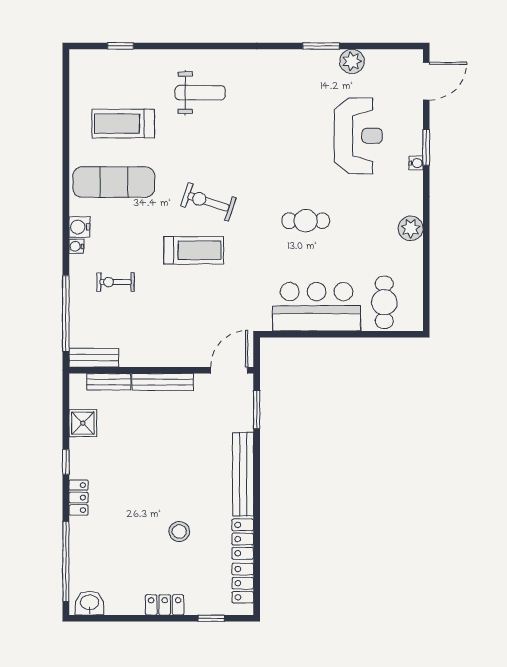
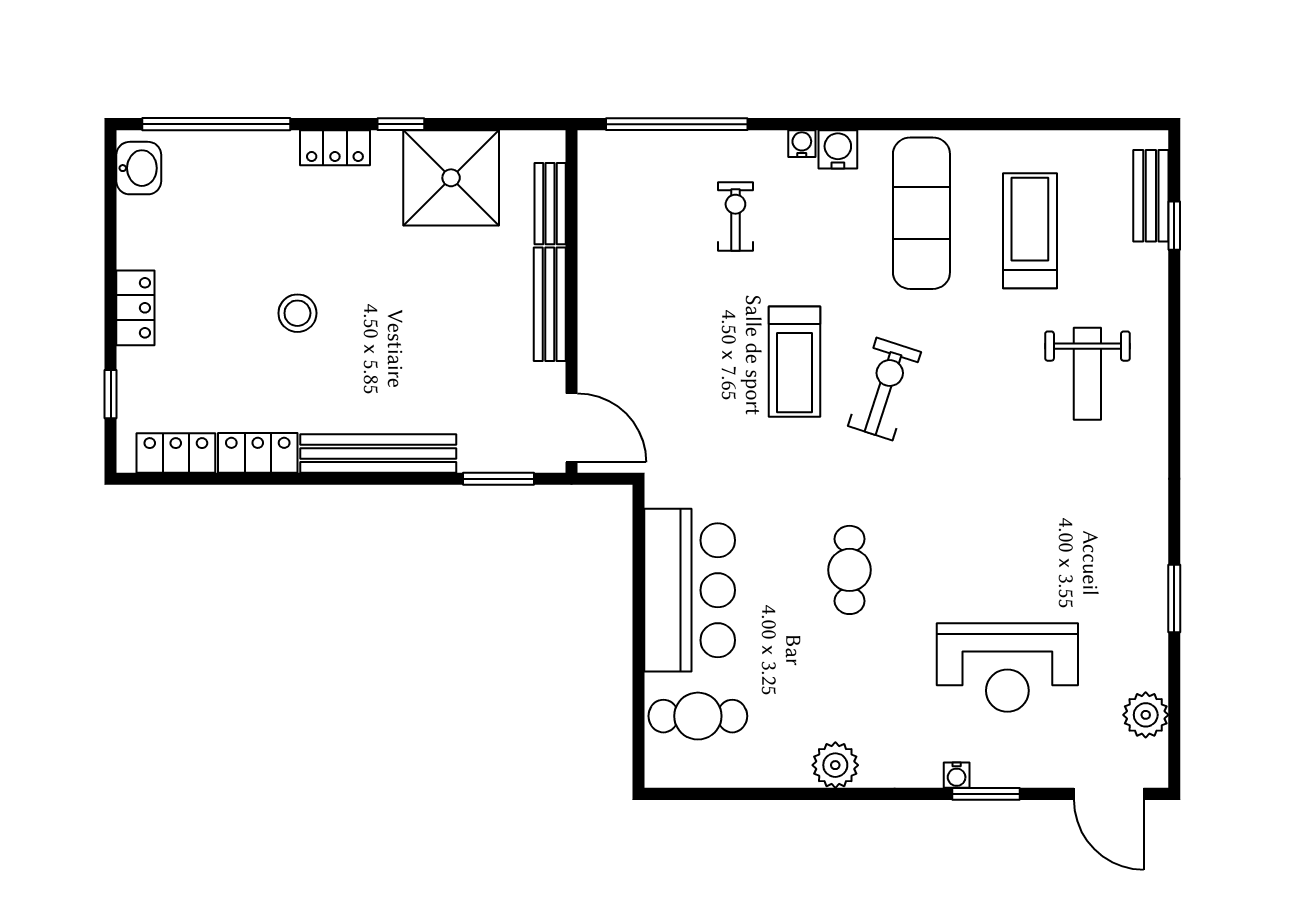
plant: (352, 61) -> (1146, 715), moved
bench: (94, 358) -> (1151, 196), moved
shower: (83, 423) -> (451, 178), width x1.86, depth x1.86
stool: (179, 532) -> (297, 313), moved

